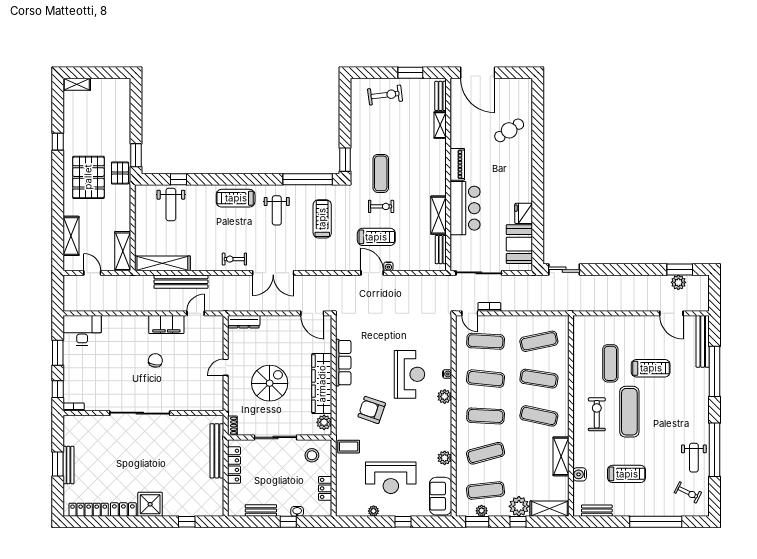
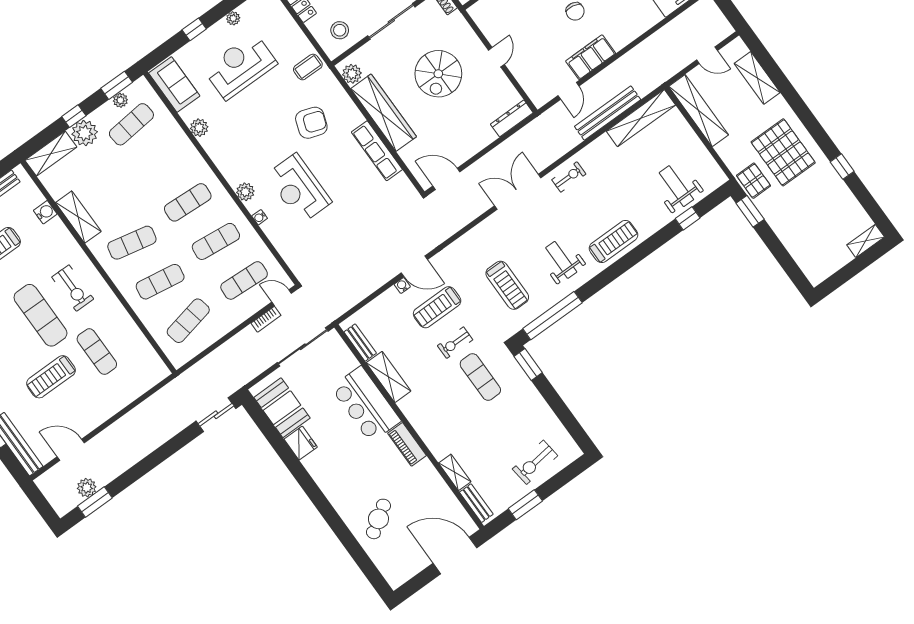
shelving: (123, 251) -> (699, 111), width x1.47
exercise mat: (486, 453) -> (160, 163), removed

